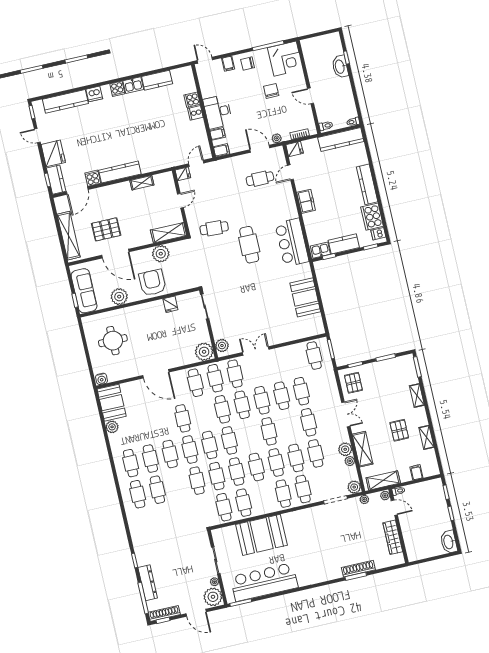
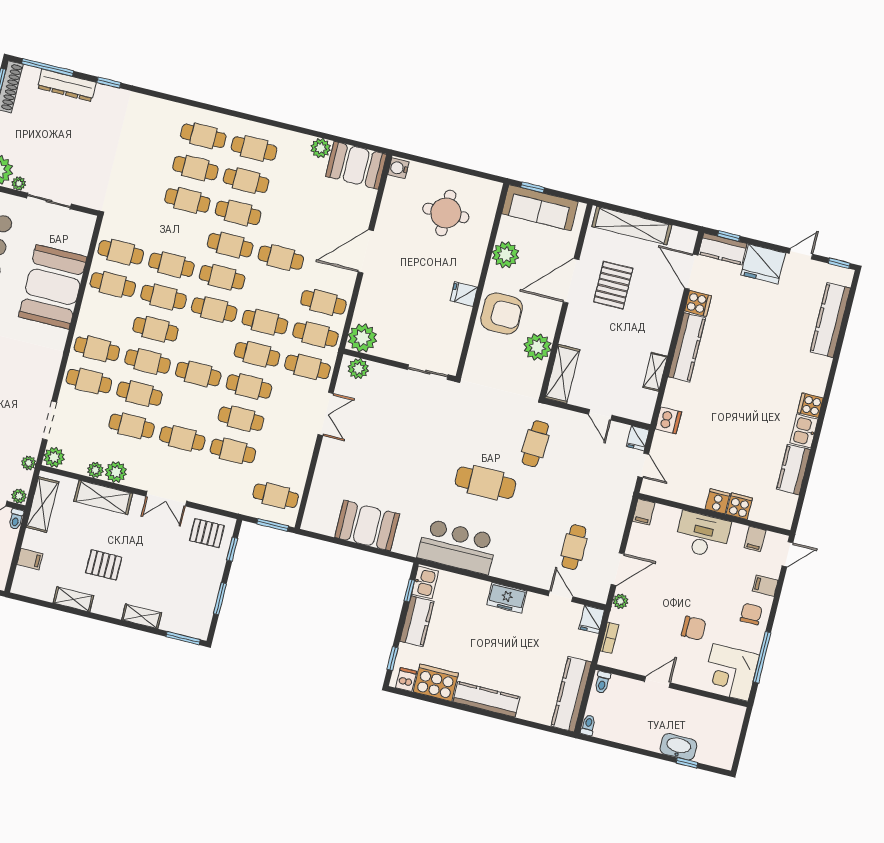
dishwasher: (94, 94) -> (668, 420), moved, turned 180
filing cabinet: (217, 134) -> (755, 539), moved
fridge: (170, 304) -> (464, 294), moved
cafe table: (197, 481) -> (187, 200), moved

